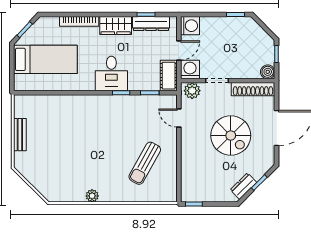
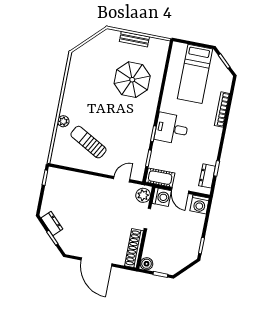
dresser: (151, 24) -> (207, 176), width x0.70
wardrobe: (116, 25) -> (212, 140), removed
parasol: (66, 128) -> (132, 80), added
spiral stairs: (231, 136) -> (98, 221), removed
plant: (92, 196) -> (63, 121), moved

